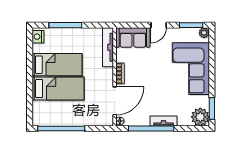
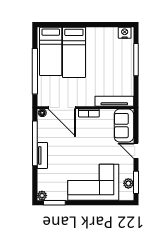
plant: (204, 33) -> (128, 183), moved
bed: (57, 65) -> (51, 51), moved
plant: (200, 117) -> (42, 196), width x0.53, depth x0.53
window: (61, 128) -> (35, 71), moved

